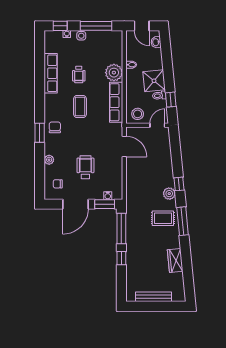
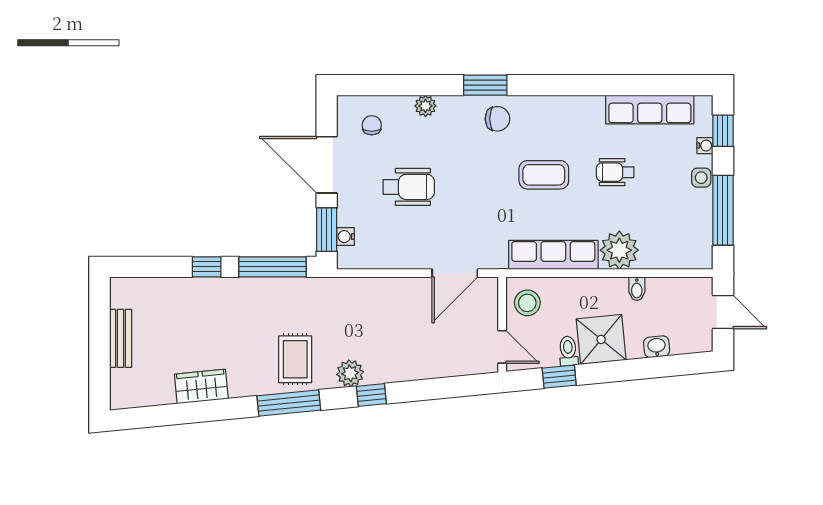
door: (142, 26) -> (723, 312), swing flipped
washbasin: (156, 42) -> (657, 347), moved
row of seats: (51, 73) -> (650, 110), moved
bench: (153, 297) -> (121, 338), width x0.73

